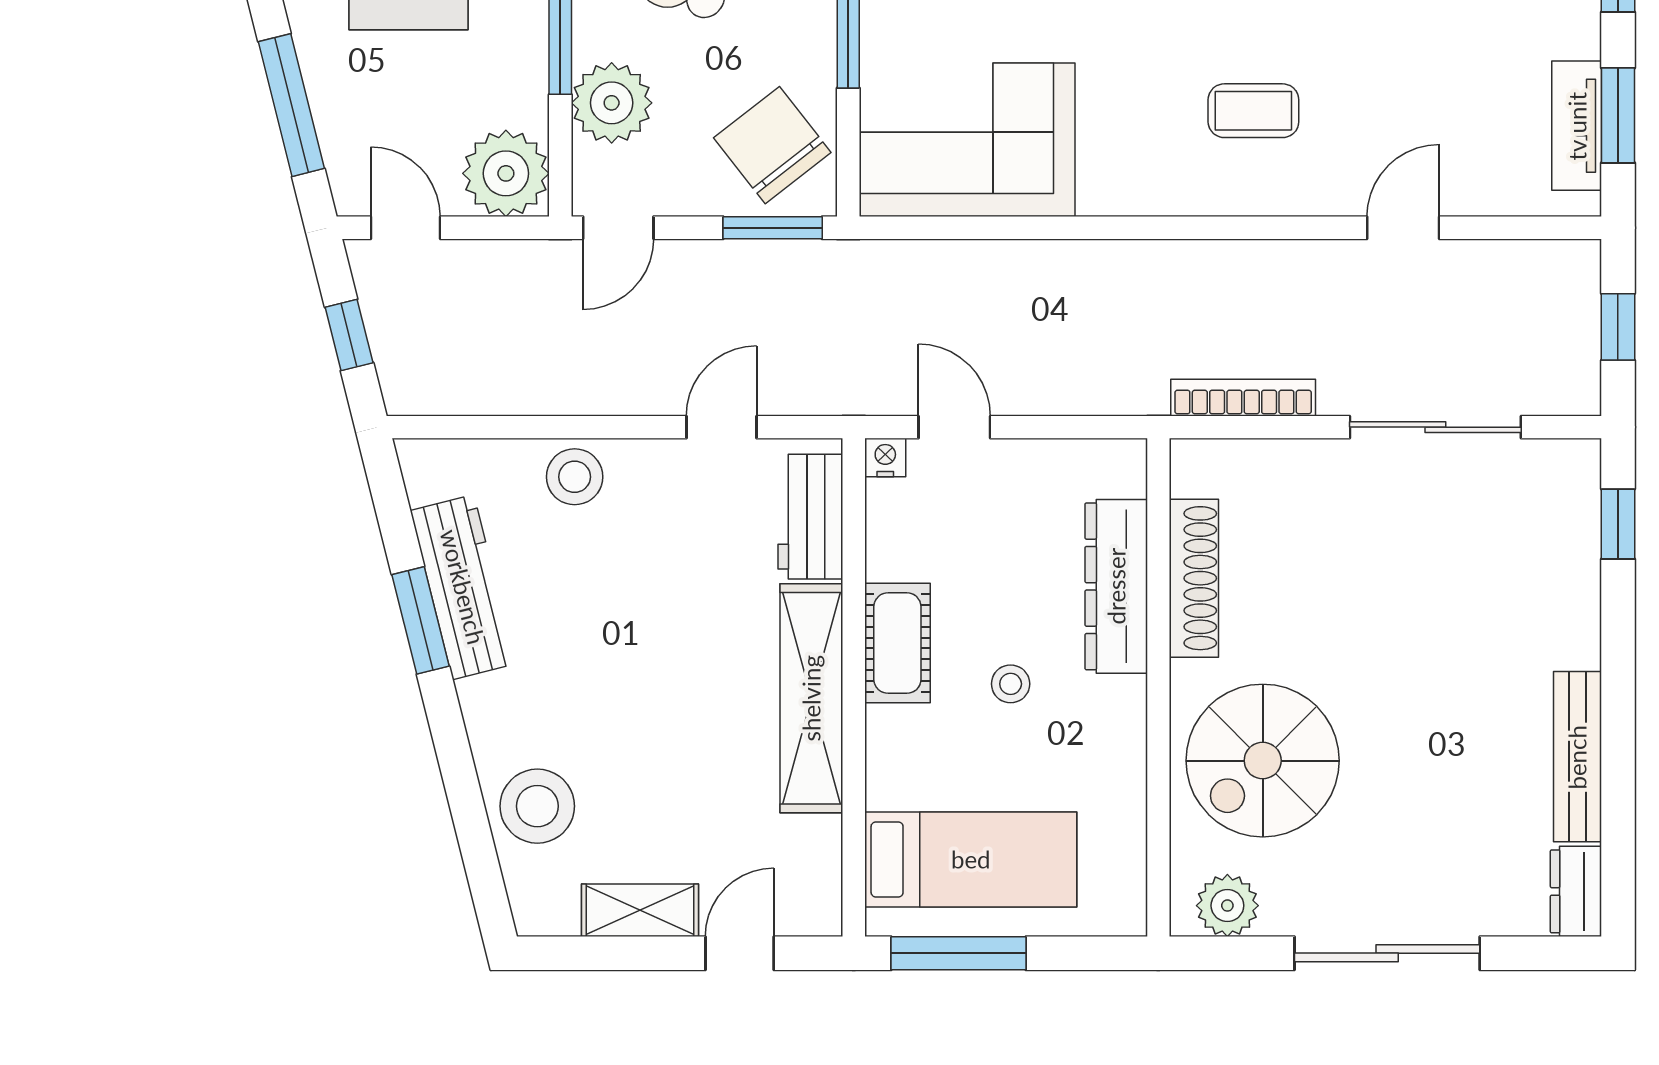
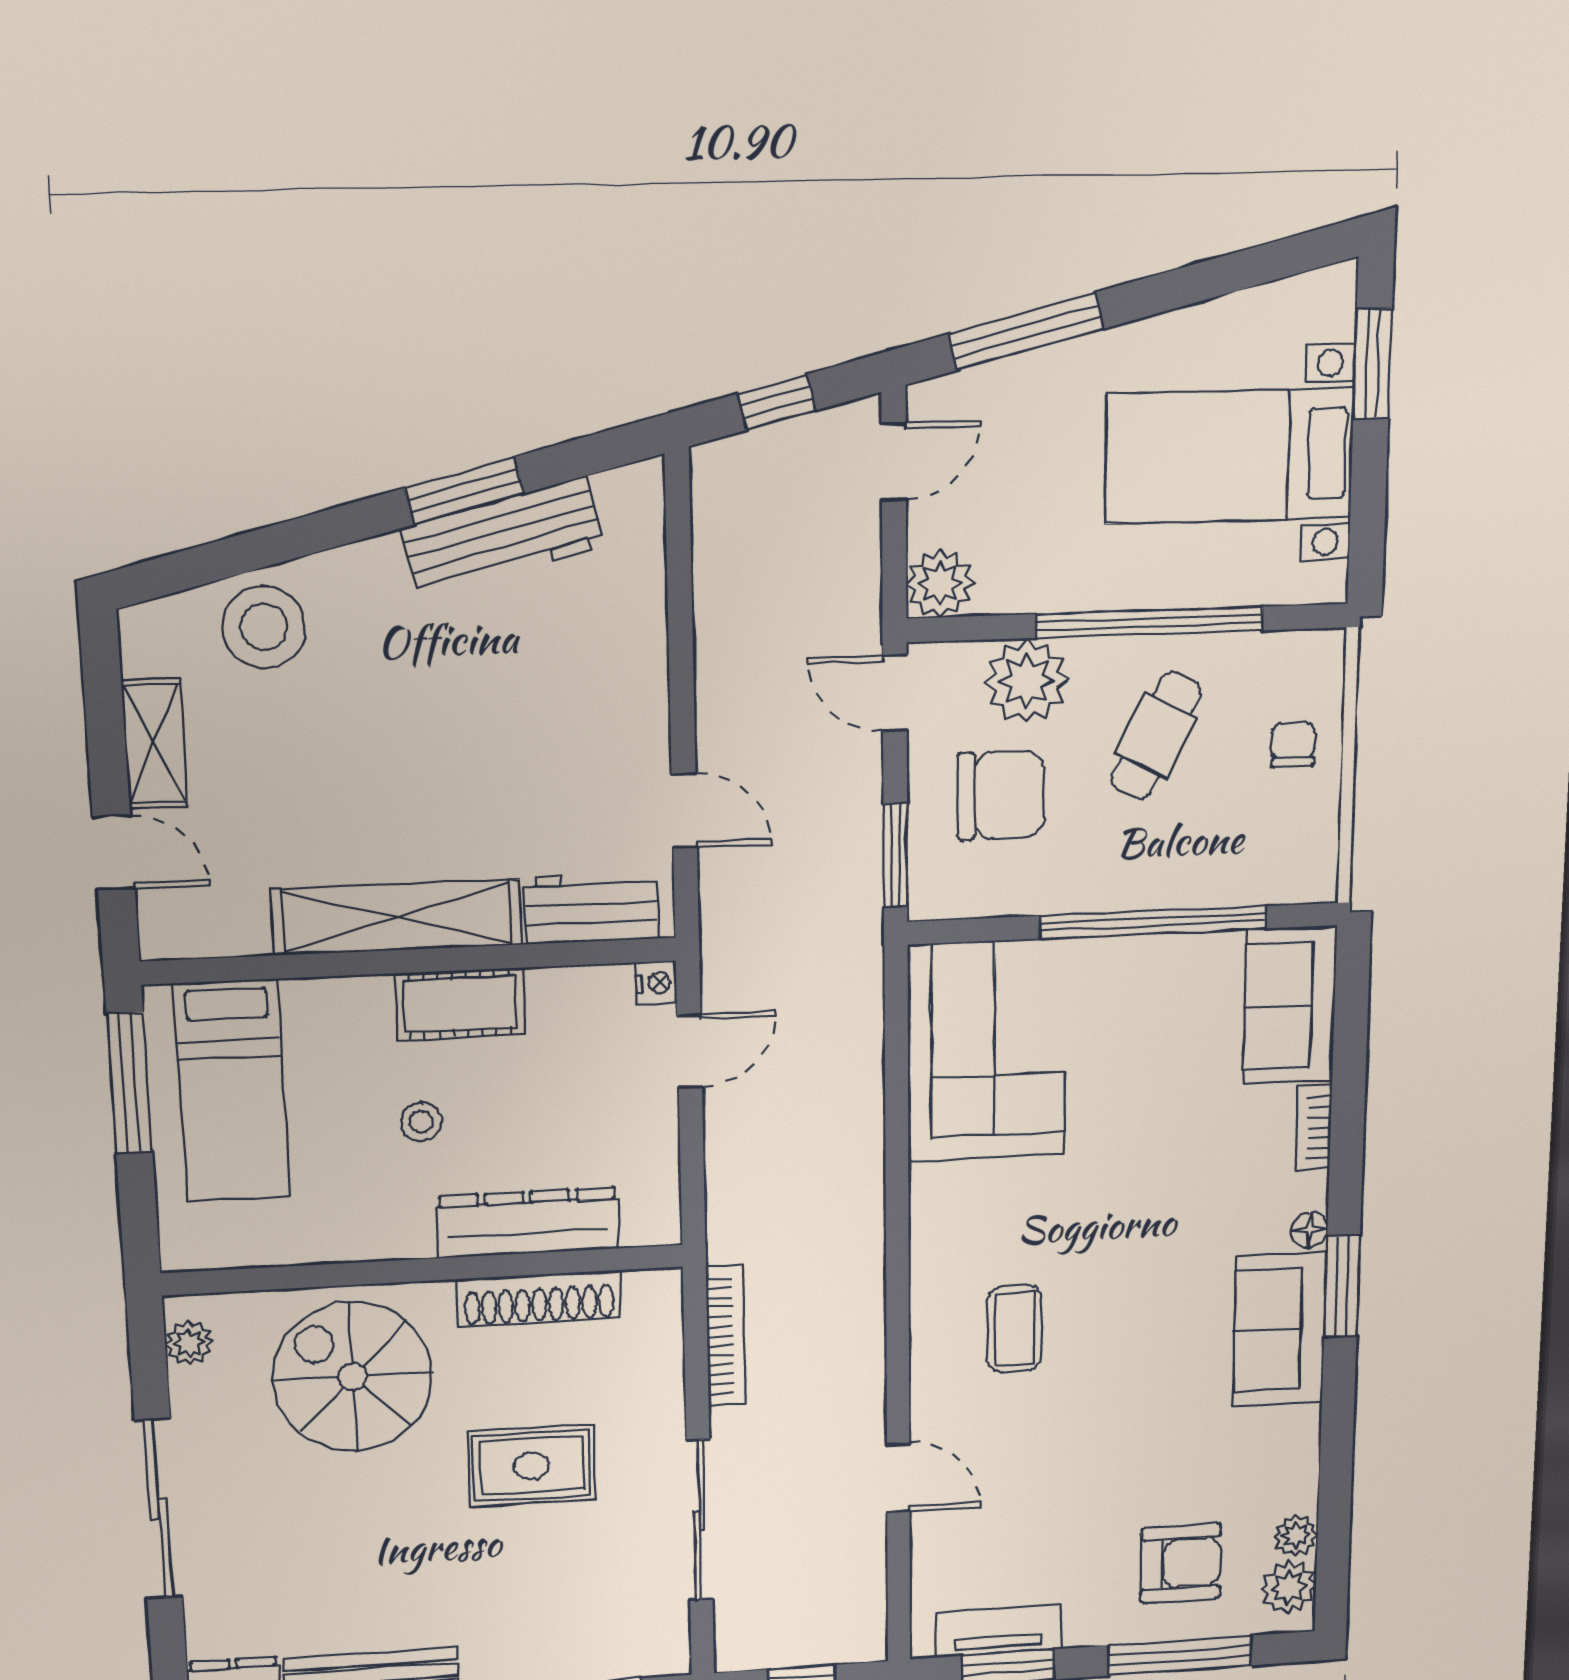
chair: (772, 145) -> (1001, 795), moved, turned 38
plant: (506, 173) -> (940, 583), width x0.73, depth x0.73
stool: (575, 477) -> (627, 655), removed
rug: (1366, 591) -> (532, 1466), added
plant: (1227, 906) -> (189, 1343), width x0.73, depth x0.73

